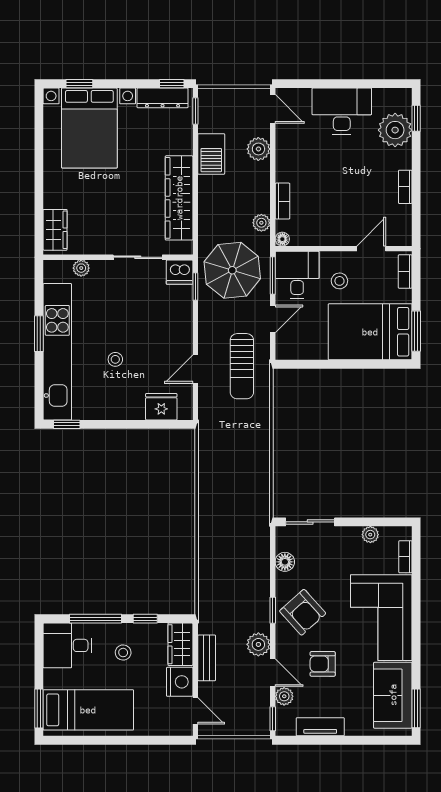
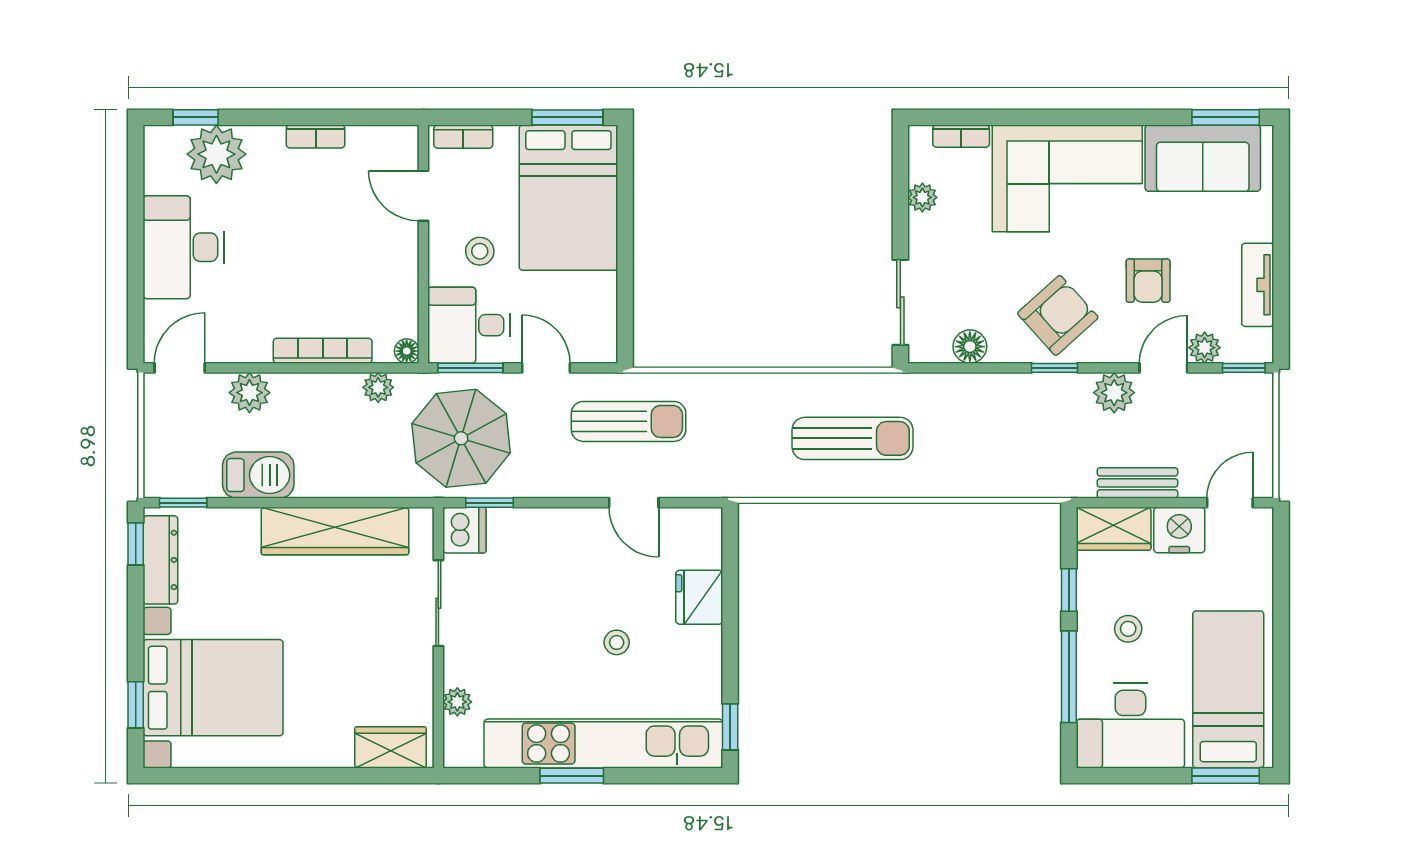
bookcase: (282, 201) -> (323, 351), width x1.56
fridge: (161, 407) -> (699, 597), moved
sun lounger: (232, 495) -> (853, 438), added
desk: (68, 645) -> (1130, 726), width x1.37

